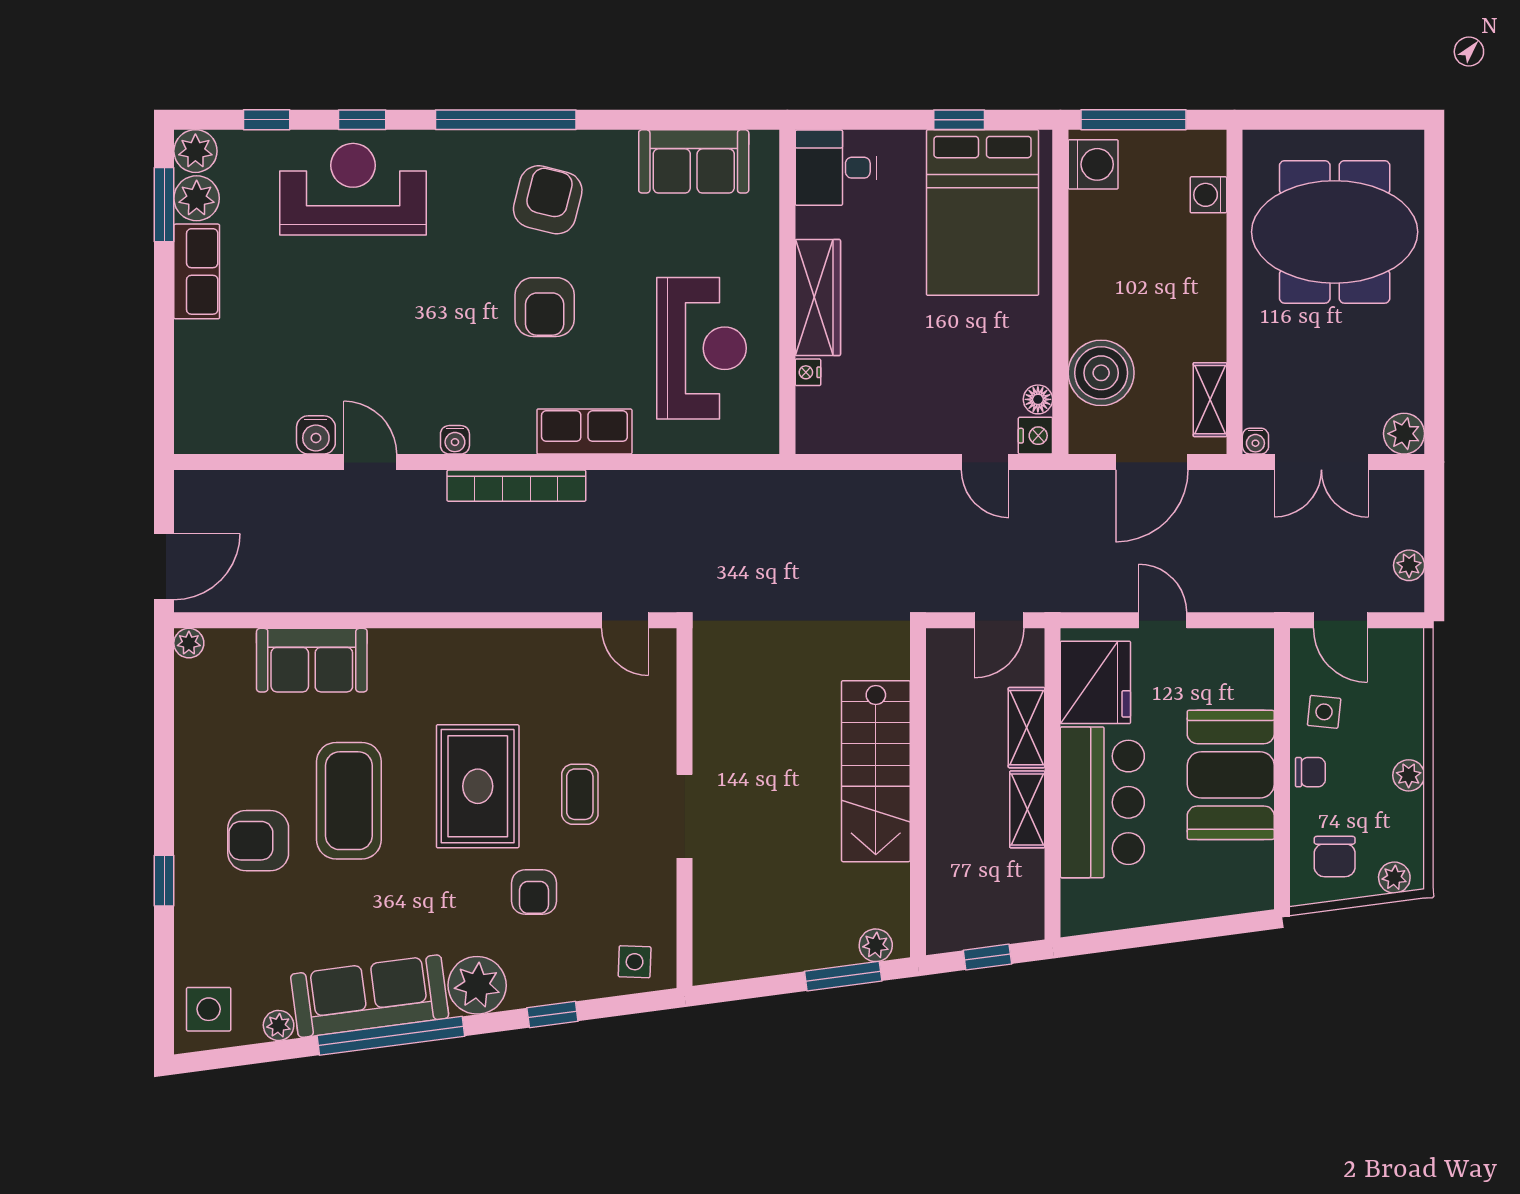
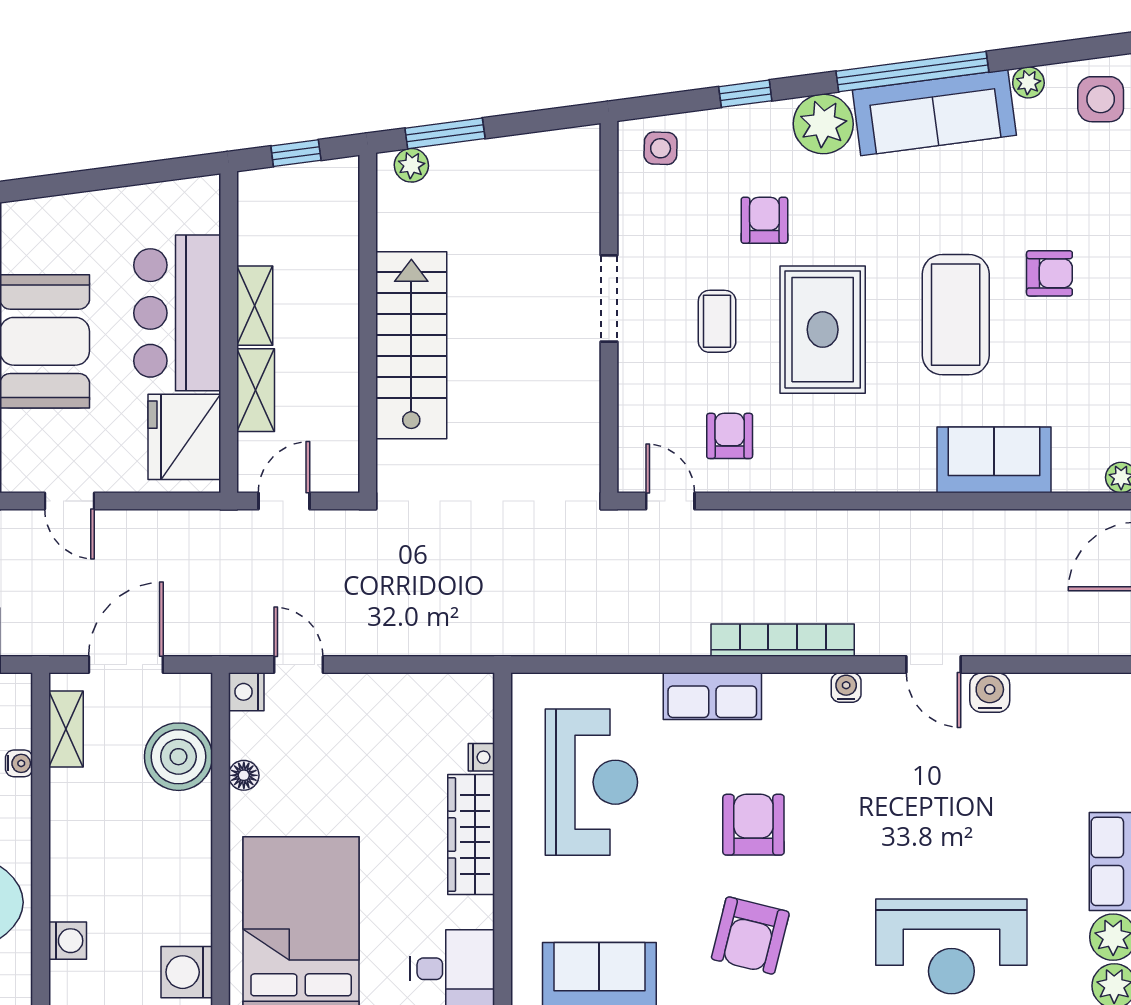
reception desk: (701, 348) -> (591, 782), turned 180
floor lamp: (1038, 399) -> (244, 775), moved
water cooler: (1255, 441) -> (19, 763), moved, turned 90
door: (1163, 620) -> (69, 501), moved
armchair: (568, 683) -> (730, 436), added
armchair: (258, 841) -> (1049, 273), width x0.72, depth x0.72

